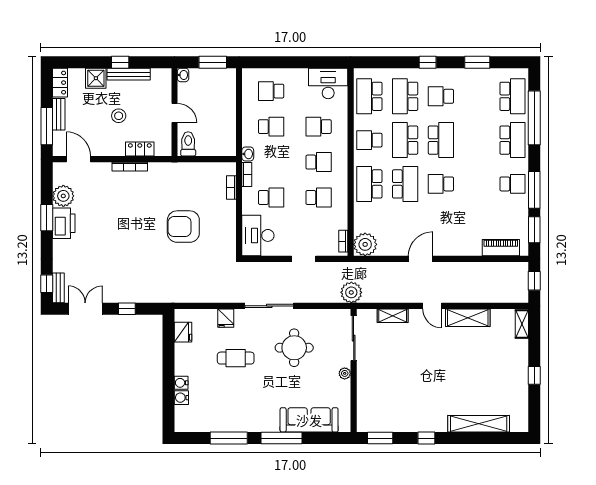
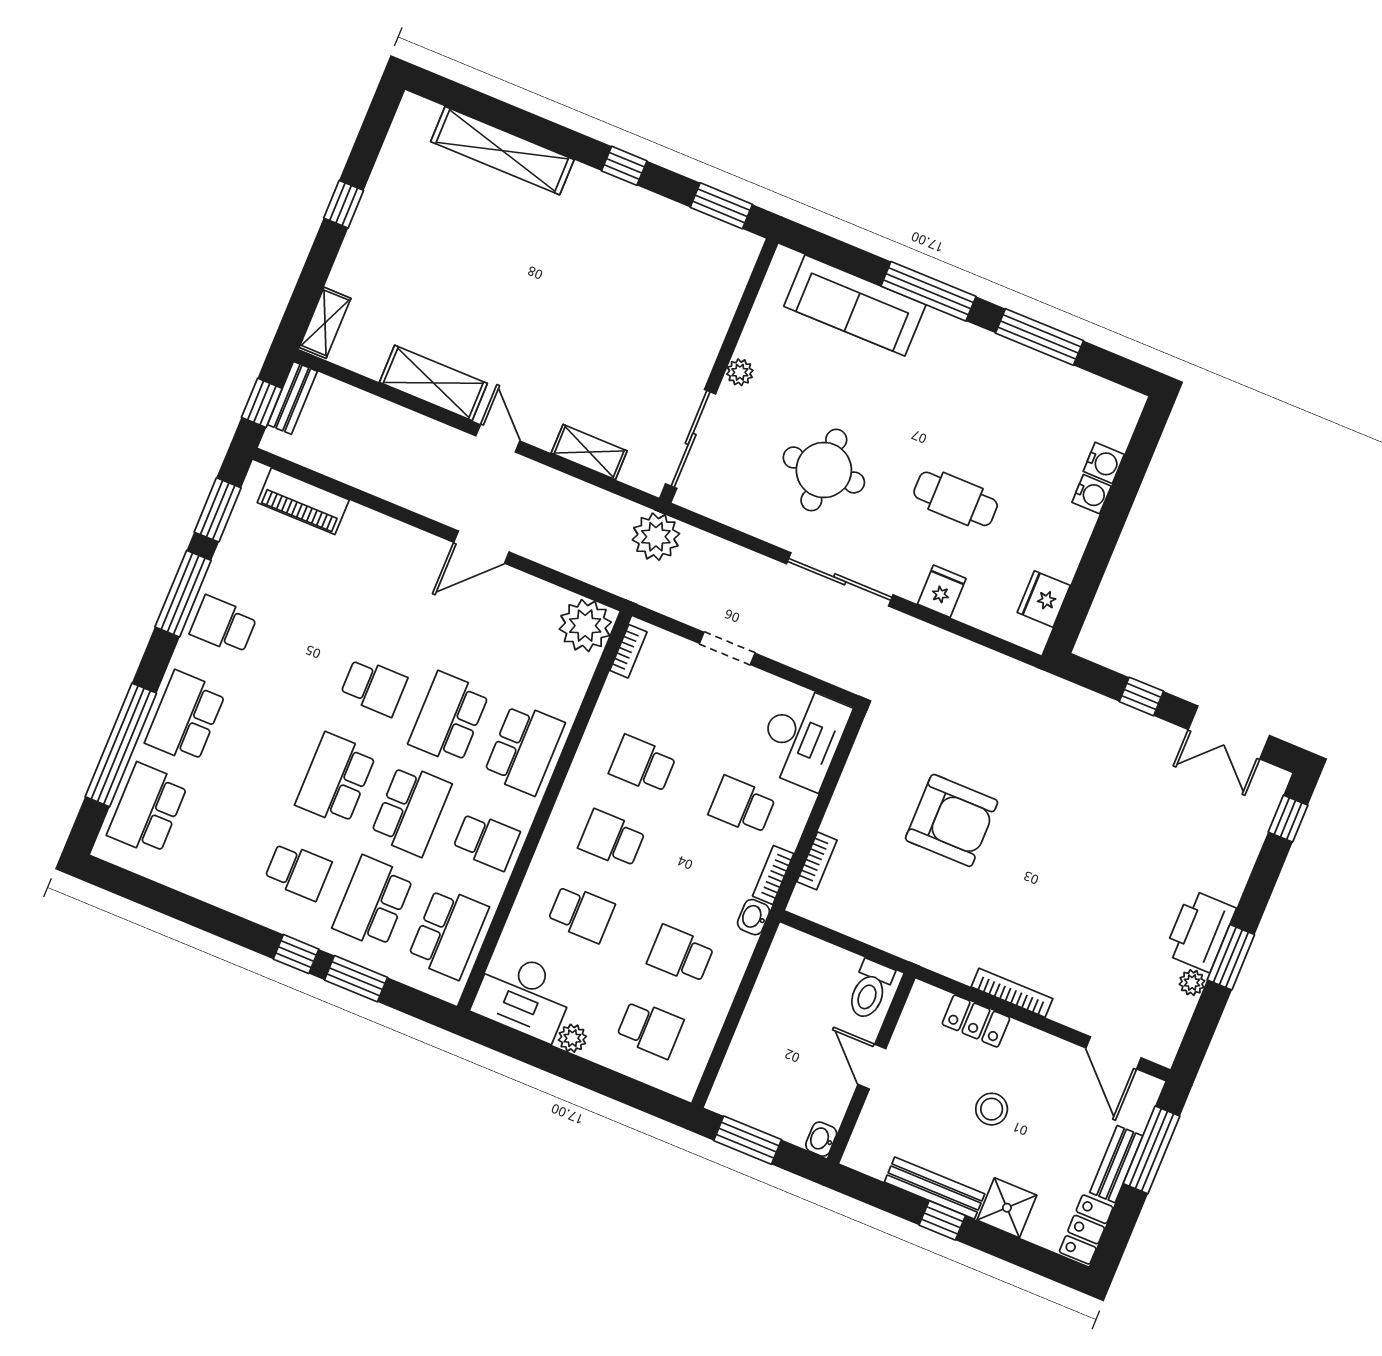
window: (477, 62) -> (356, 979), moved
plant: (301, 74) -> (572, 1038), added
school desk: (405, 96) -> (373, 902), turned 180
plant: (63, 196) -> (1192, 983), width x0.53, depth x0.53
bench: (58, 288) -> (292, 398), moved

